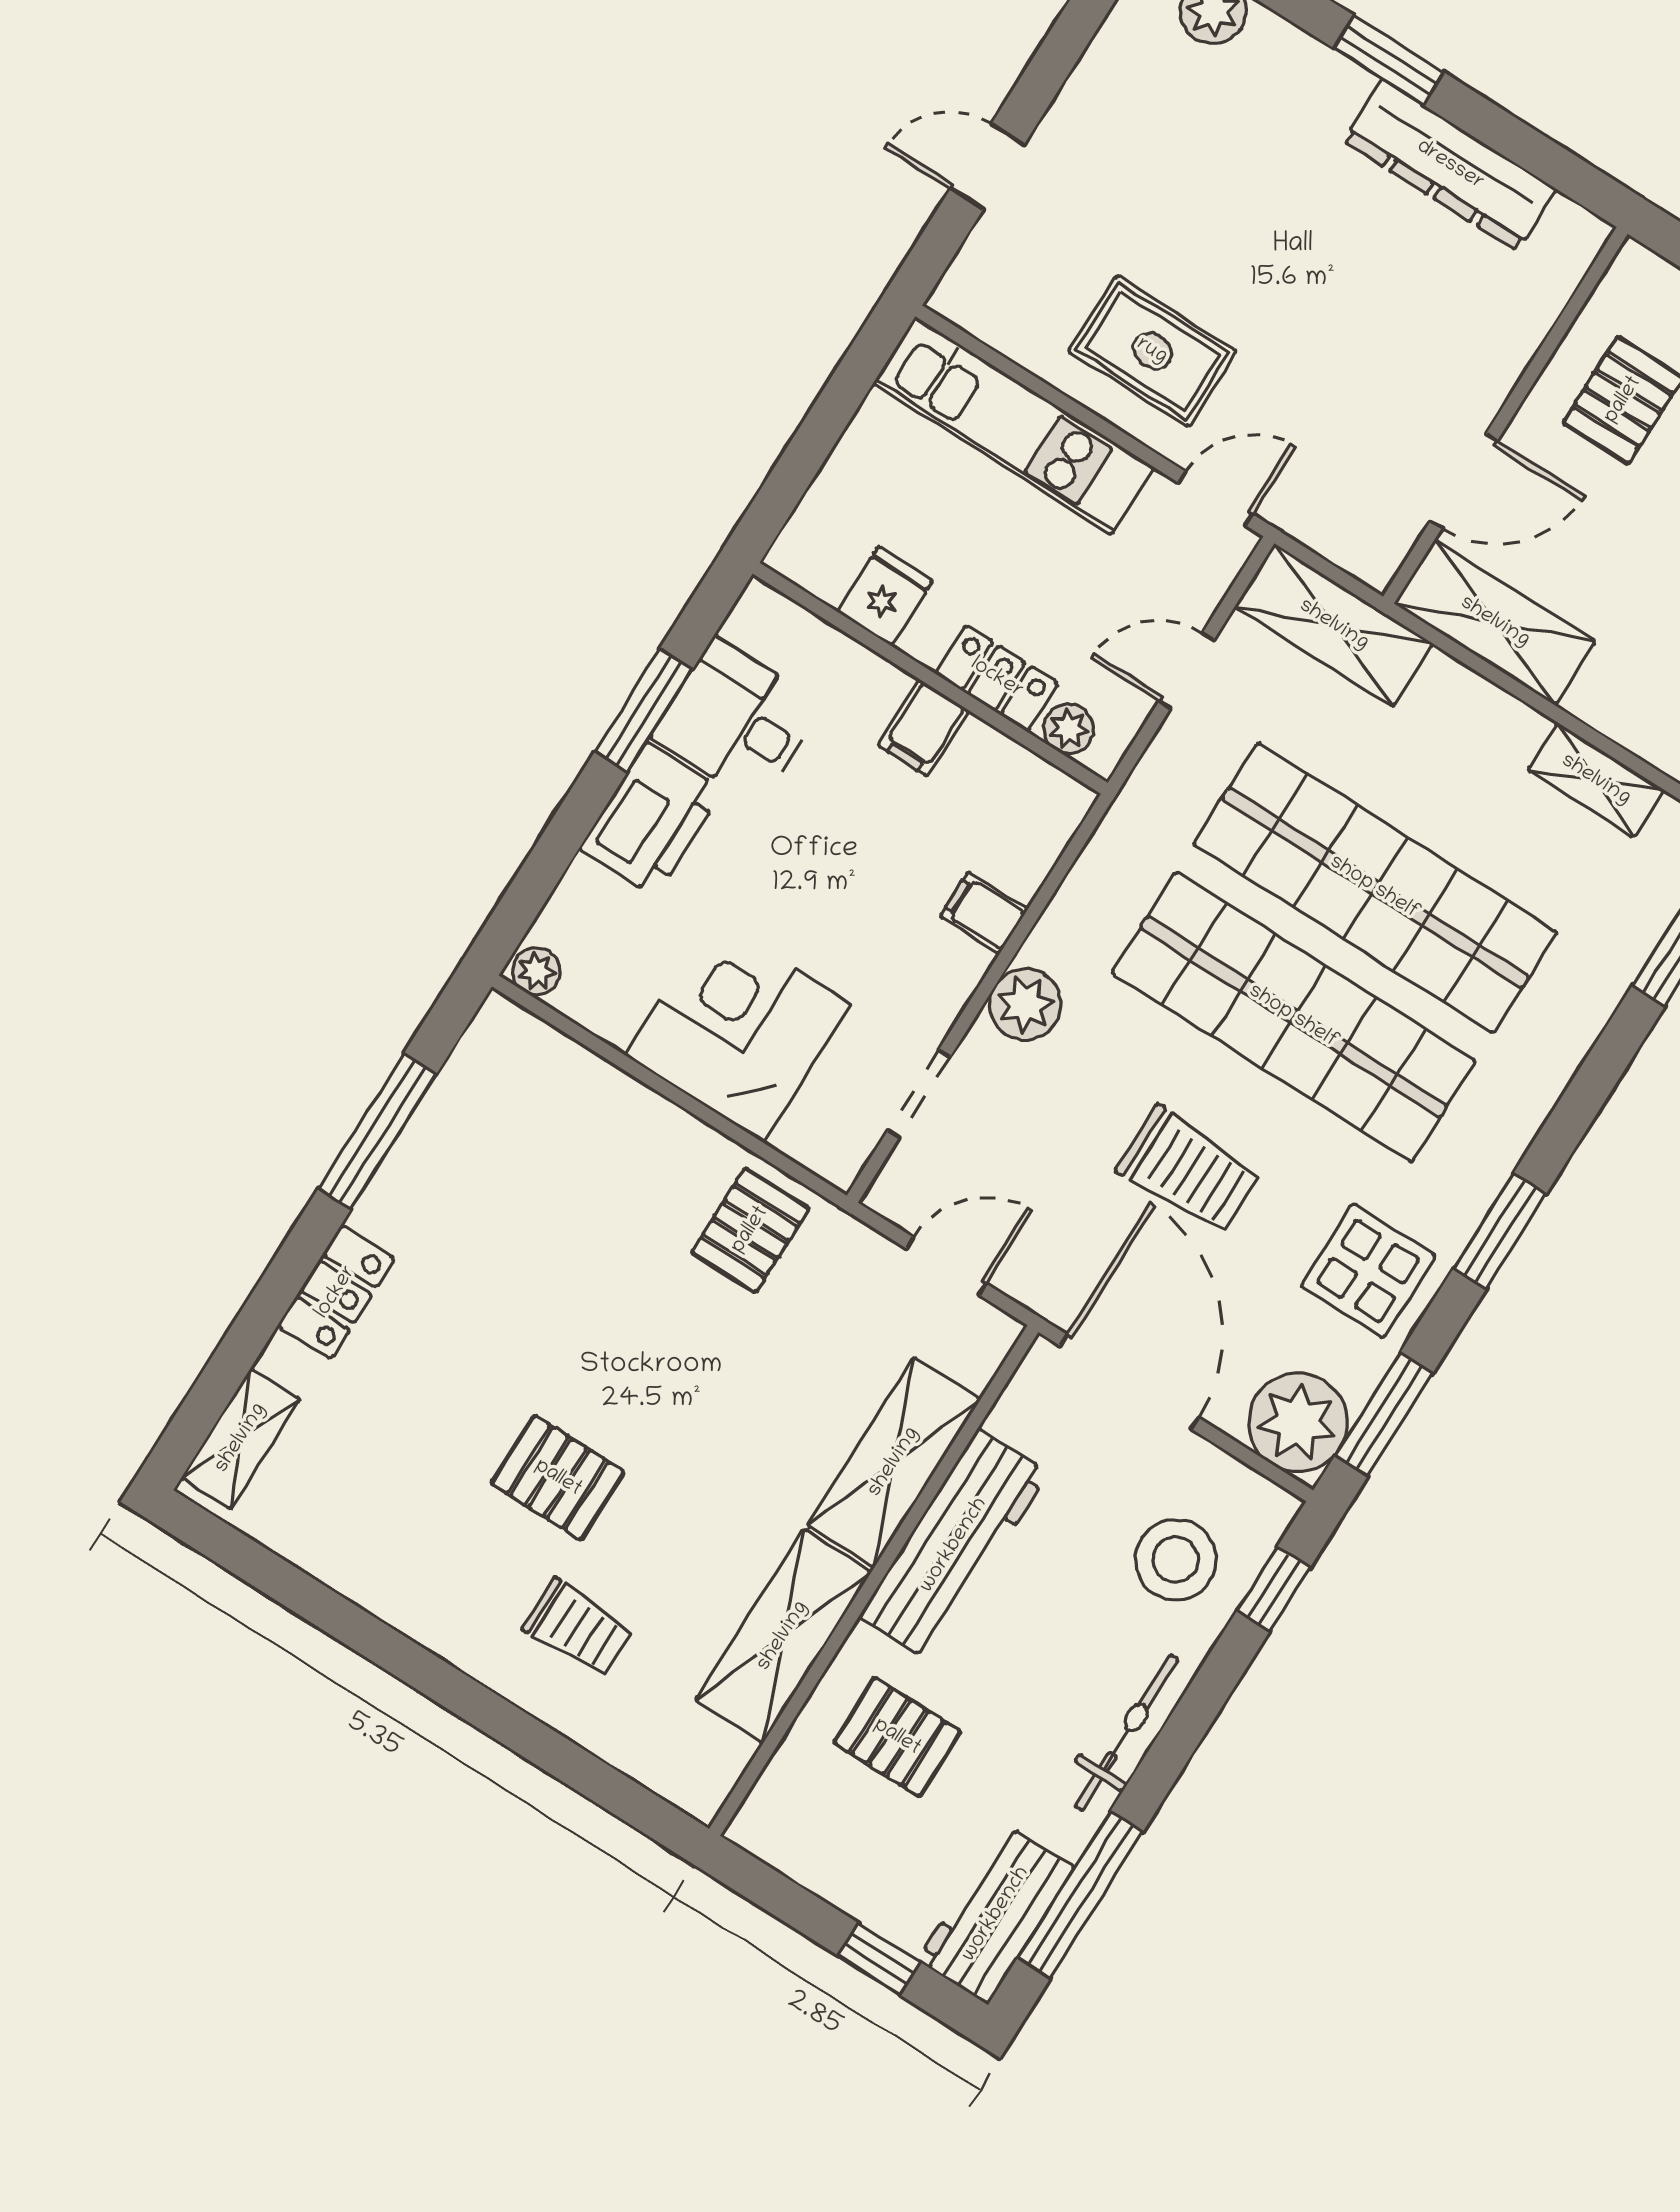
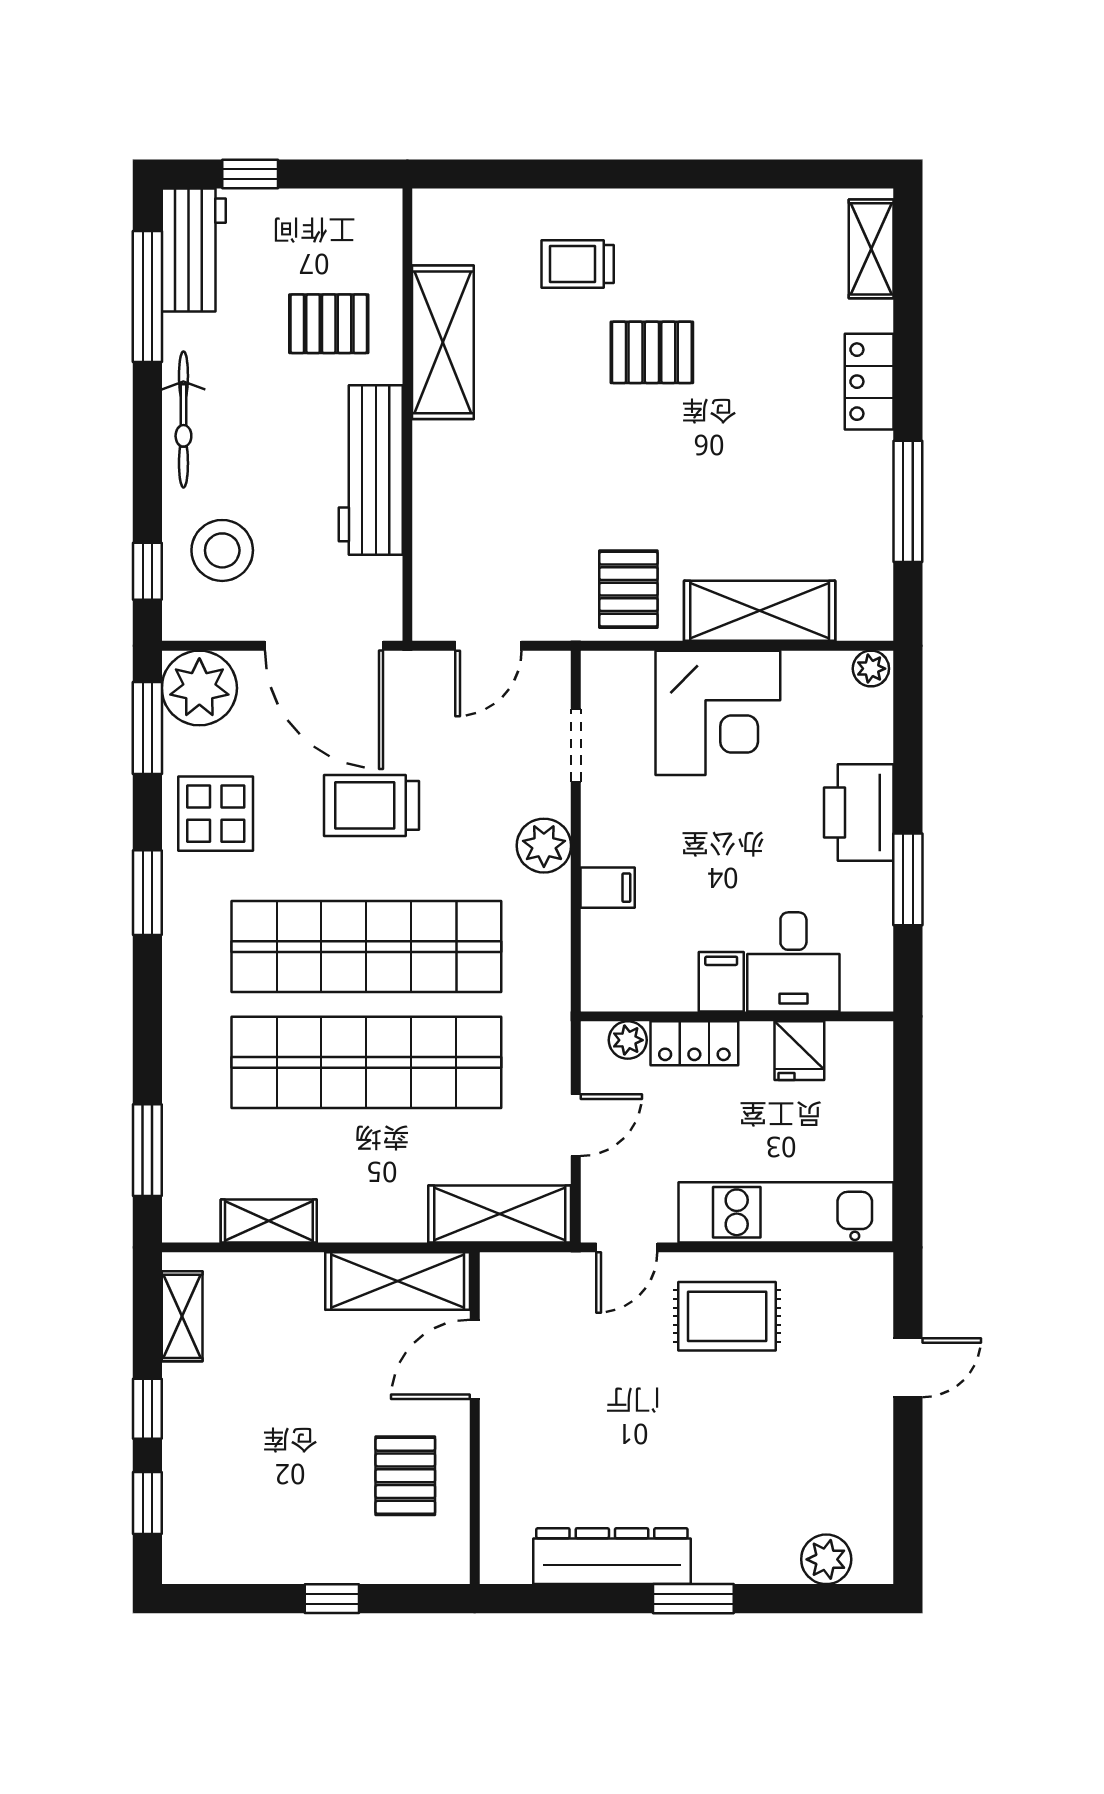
desk: (737, 721) -> (793, 962), moved, turned 90
shelving: (894, 1462) -> (760, 611), moved, turned 90

